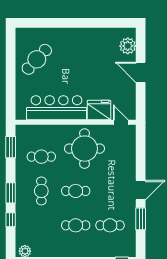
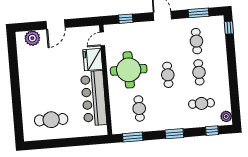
cafe table: (37, 59) -> (51, 120), turned -42
window: (141, 150) -> (126, 19), added
cafe table: (41, 191) -> (201, 103), moved
window: (141, 219) -> (198, 13), moved
window: (11, 220) -> (212, 131), moved

